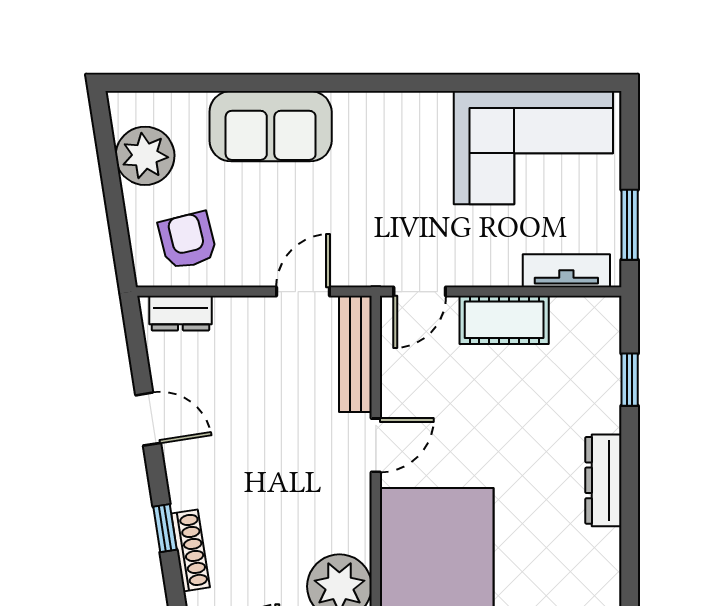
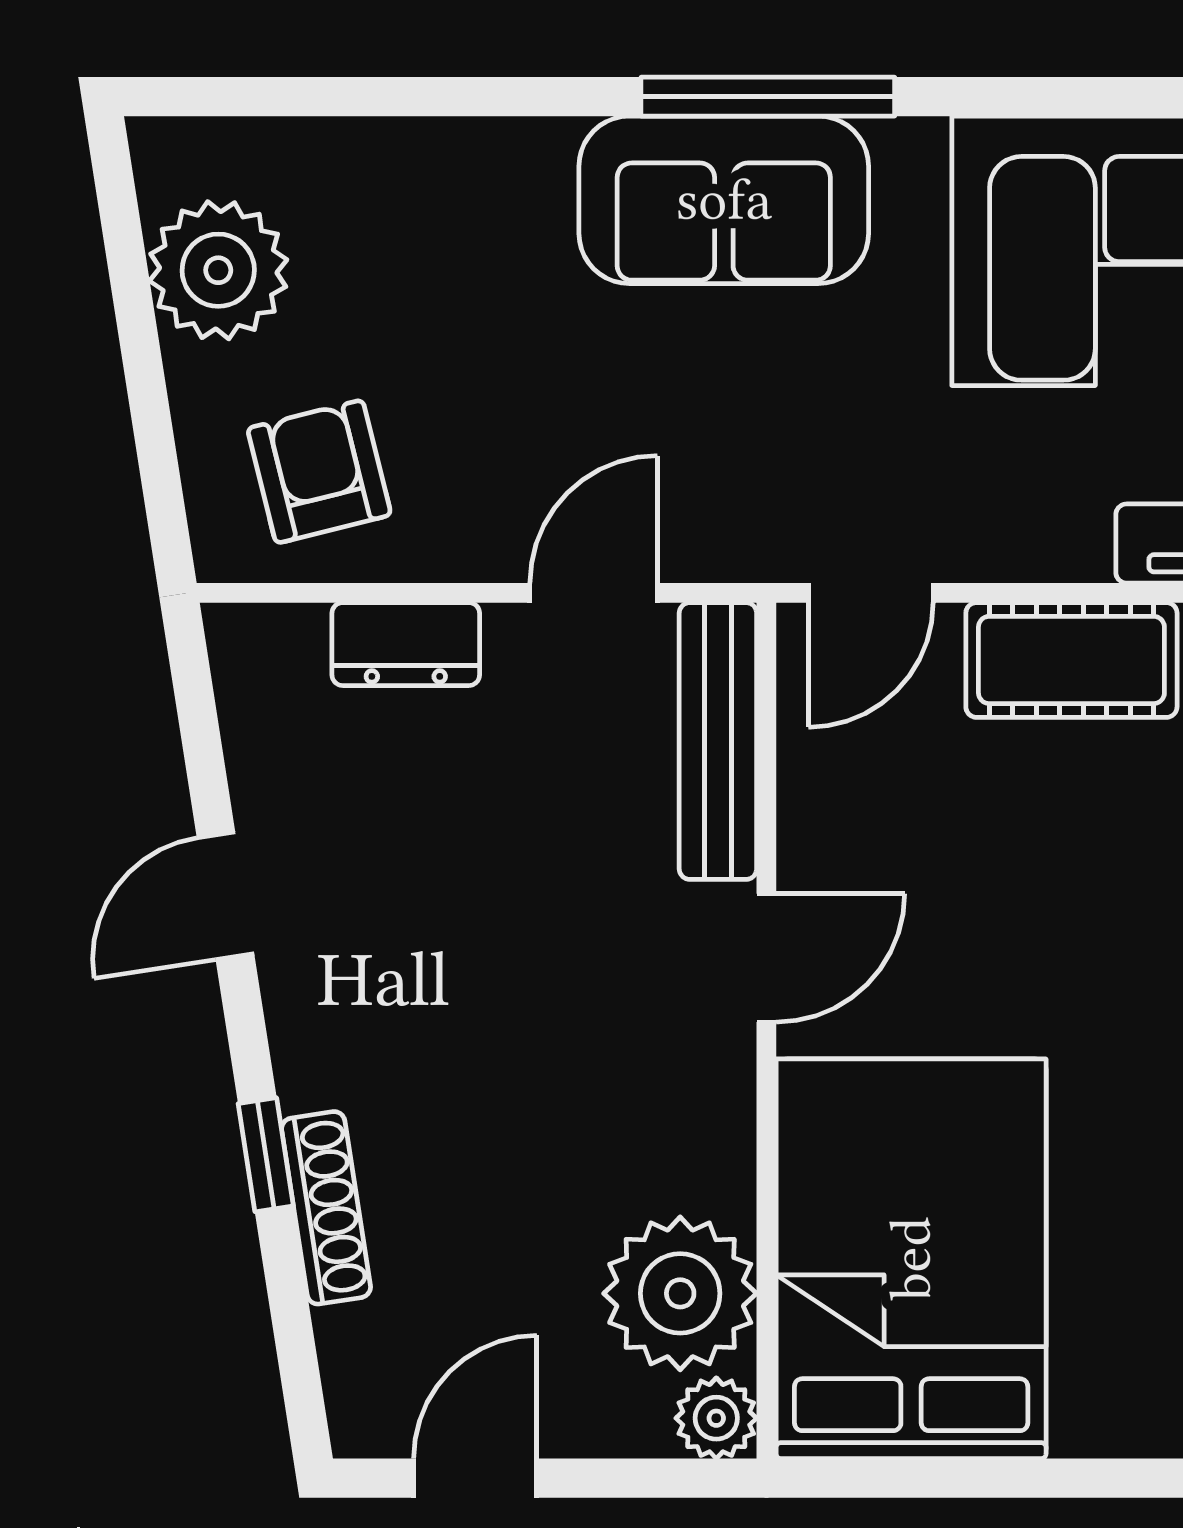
window: (376, 83) -> (768, 97), added
sofa: (271, 126) -> (724, 200), moved
dresser: (180, 313) -> (406, 644), moved
door: (148, 419) -> (225, 896), swing flipped

